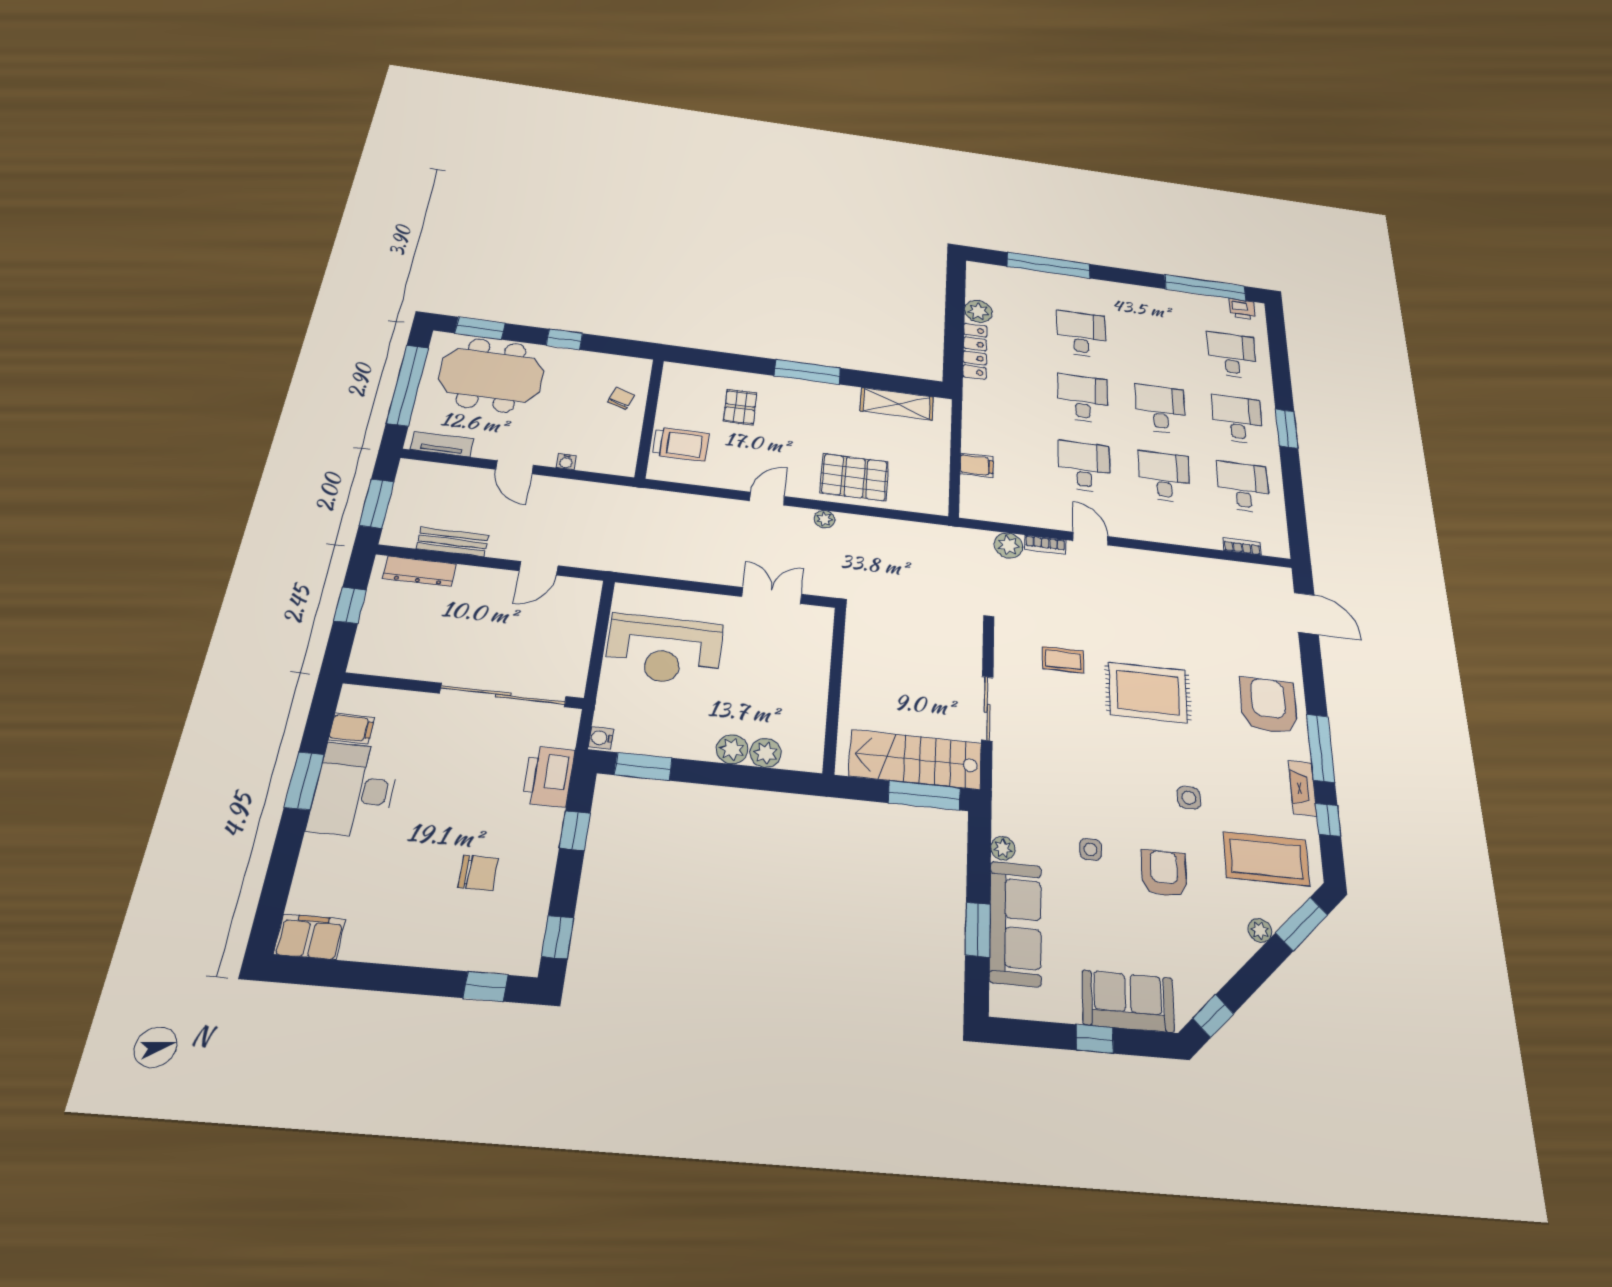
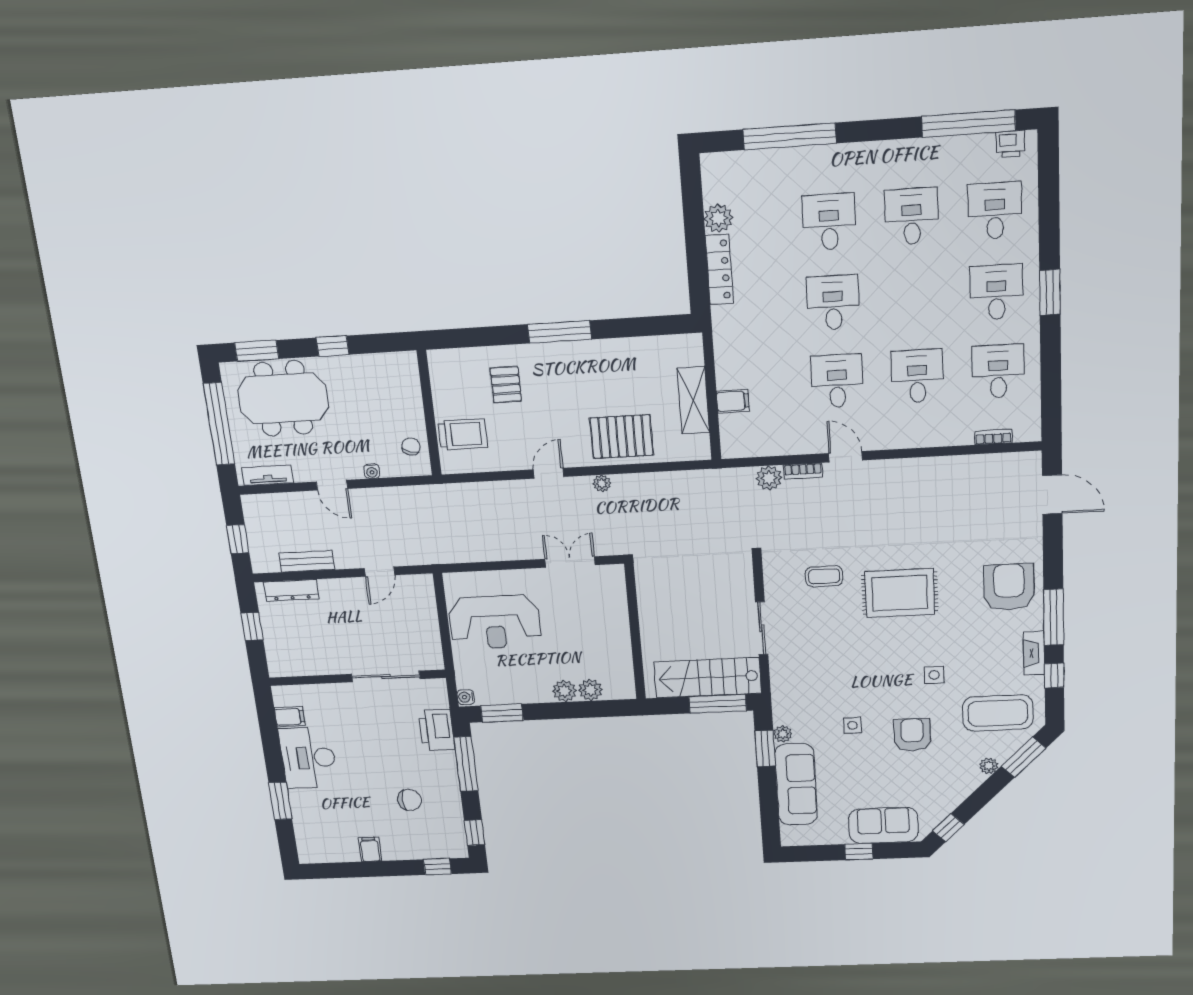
chair: (621, 398) -> (411, 447), moved
shelving: (897, 404) -> (693, 400), moved, turned 90
desk: (1160, 409) -> (912, 216), moved
window: (377, 503) -> (238, 539), width x0.67
sliding door: (503, 695) -> (386, 676), width x0.73
window: (304, 781) -> (280, 801), moved
window: (575, 831) -> (466, 764), width x2.17
window: (978, 930) -> (765, 749), moved
filing cabinet: (310, 937) -> (370, 849), moved, width x0.50

